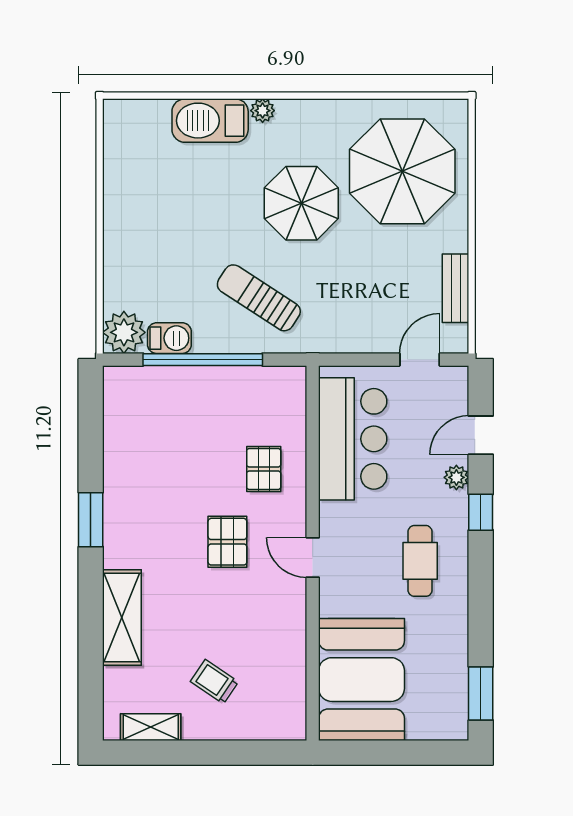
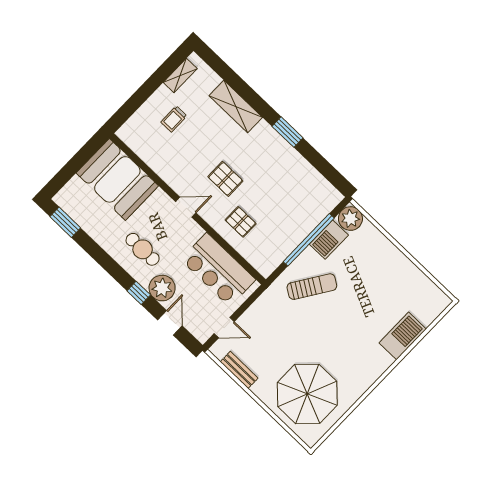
plant: (263, 111) -> (386, 361), removed
parasol: (301, 203) -> (334, 341), removed
barbecue: (169, 338) -> (329, 240), width x1.38, depth x1.27
door: (420, 360) -> (224, 328), hinge flipped
plant: (456, 477) -> (162, 288), width x1.87, depth x1.87
trolley: (214, 682) -> (174, 119), turned 146

